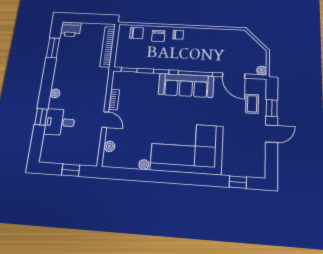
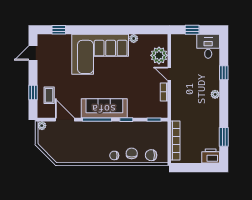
desk: (60, 122) -> (208, 46), moved, turned -90
door: (272, 134) -> (33, 53), moved
plant: (109, 146) -> (159, 55), width x1.88, depth x1.88

